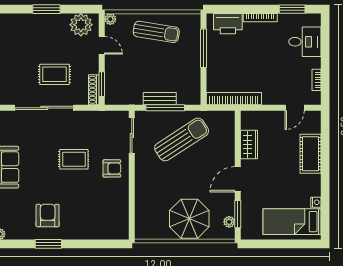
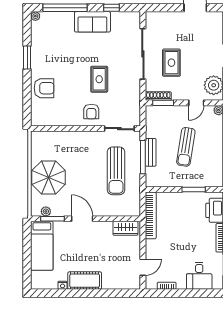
sun lounger: (156, 32) -> (186, 147), moved
window: (203, 48) -> (194, 189), width x0.69
door: (295, 108) -> (143, 267), swing flipped
sun lounger: (182, 139) -> (116, 171), turned 33
wardrobe: (249, 145) -> (125, 228), moved
cot: (310, 154) -> (85, 281), moved
armchair: (48, 215) -> (44, 88), moved
bed: (292, 222) -> (42, 246), moved, turned 180

